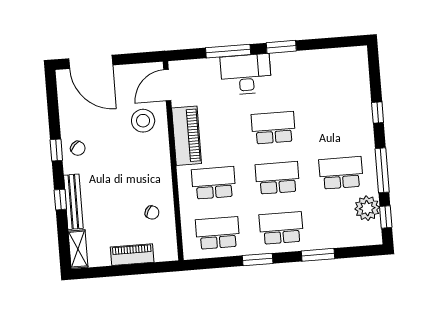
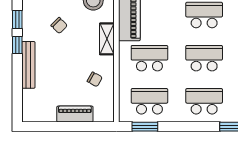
chair: (78, 148) -> (59, 25), moved
window: (60, 200) -> (17, 45), moved
shelving: (78, 249) -> (107, 39), moved
window: (258, 260) -> (145, 127), moved

